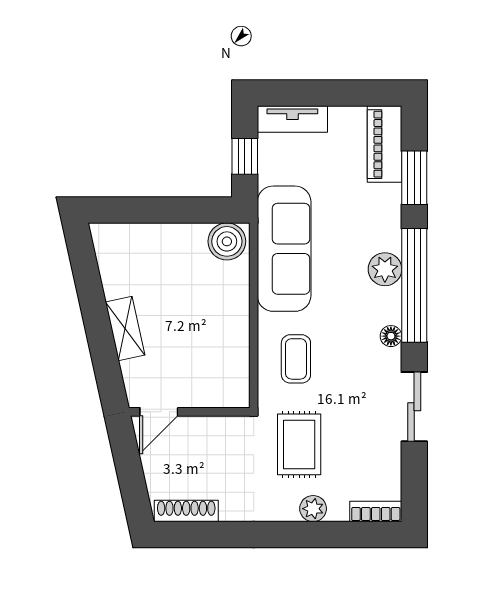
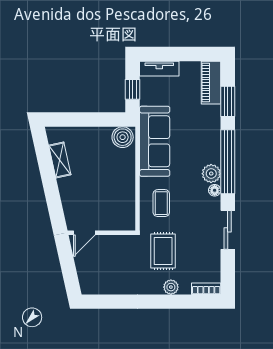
plant: (385, 269) -> (211, 174), moved
shelving: (125, 329) -> (60, 160), moved
shoe rack: (186, 511) -> (100, 288), removed

